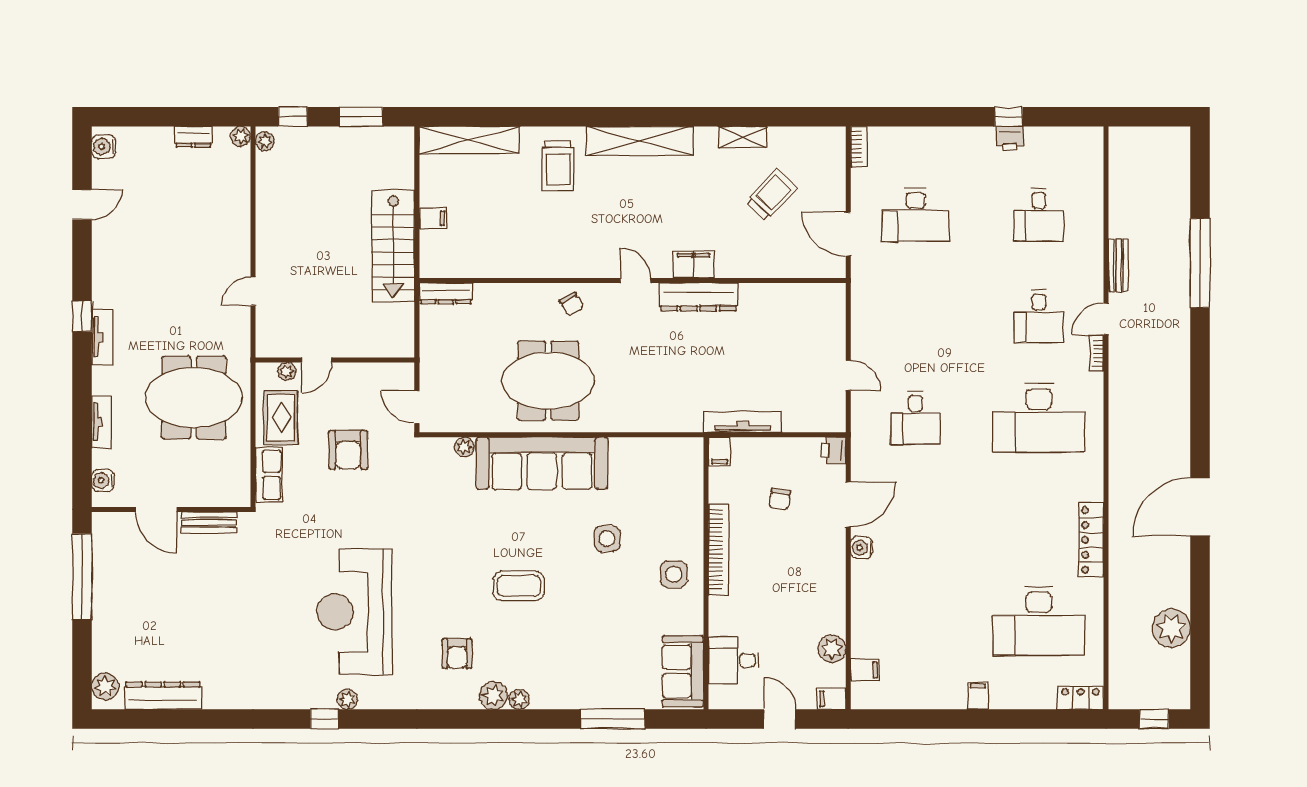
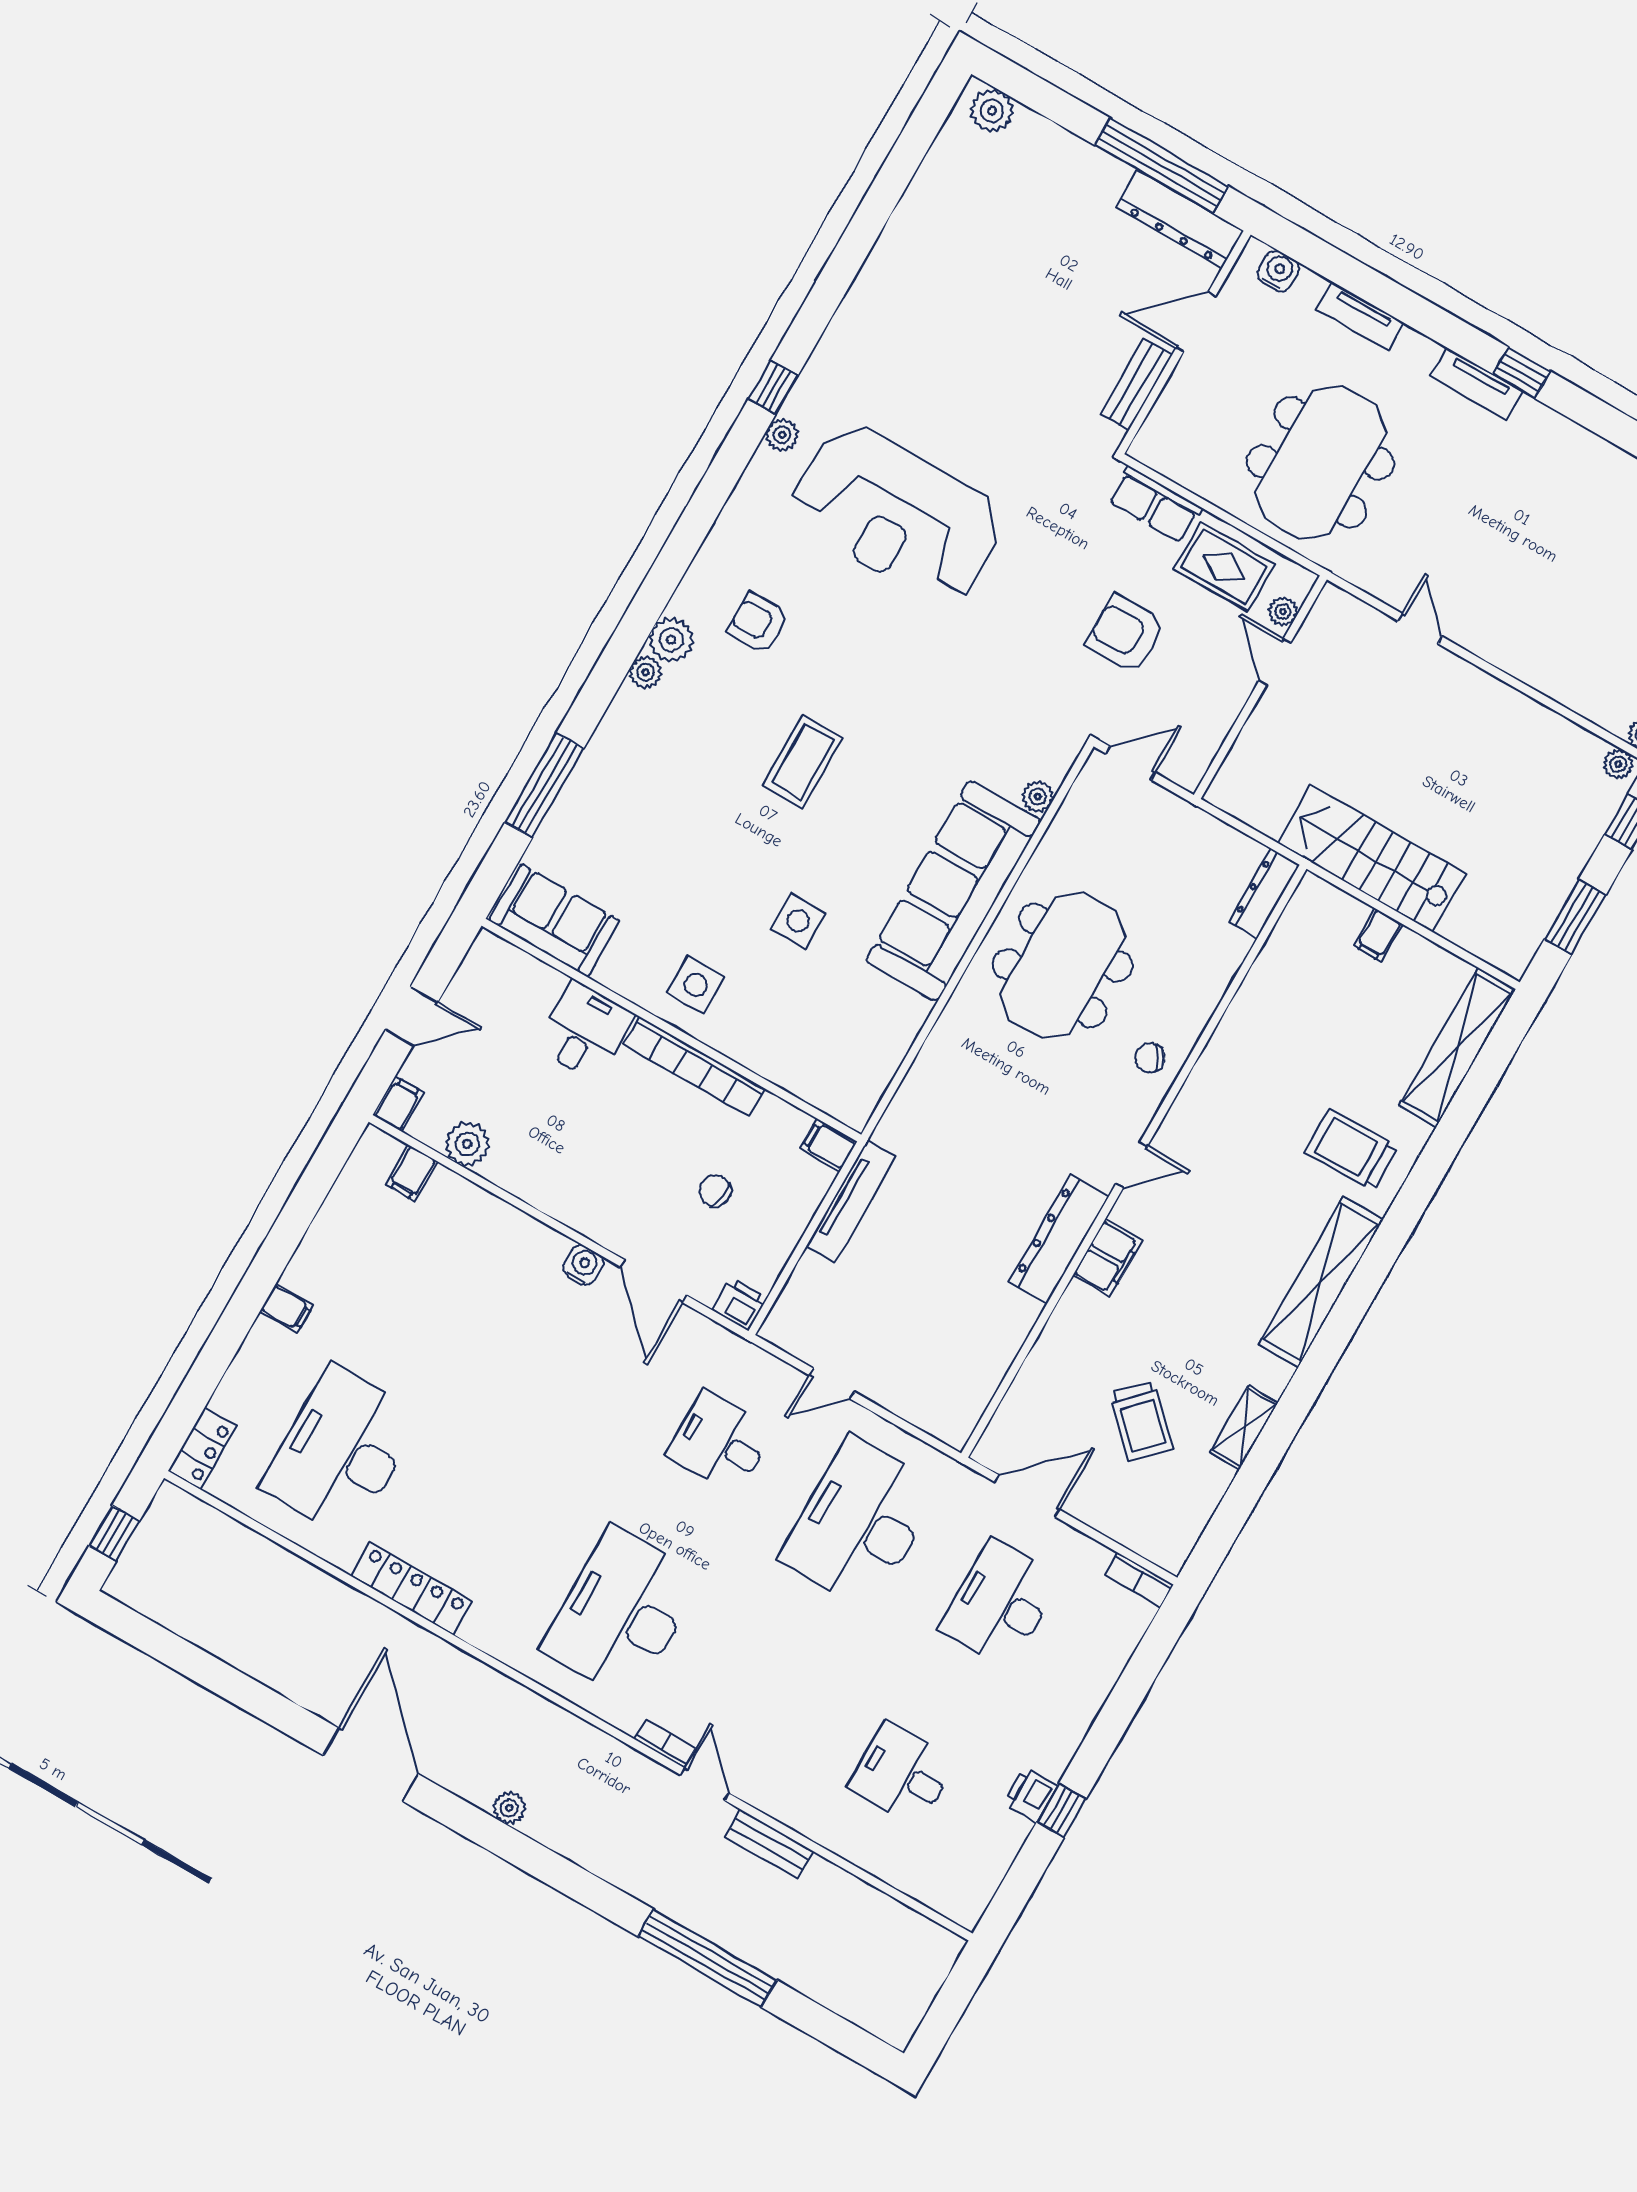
desk: (1039, 316) -> (860, 1523), moved, width x1.87, depth x1.30
reception desk: (354, 612) -> (897, 514), turned 180
plant: (1171, 628) -> (509, 1808), moved, width x0.53, depth x0.53
desk: (734, 660) -> (585, 1031), moved
dresser: (163, 696) -> (1180, 219), moved, turned 90

